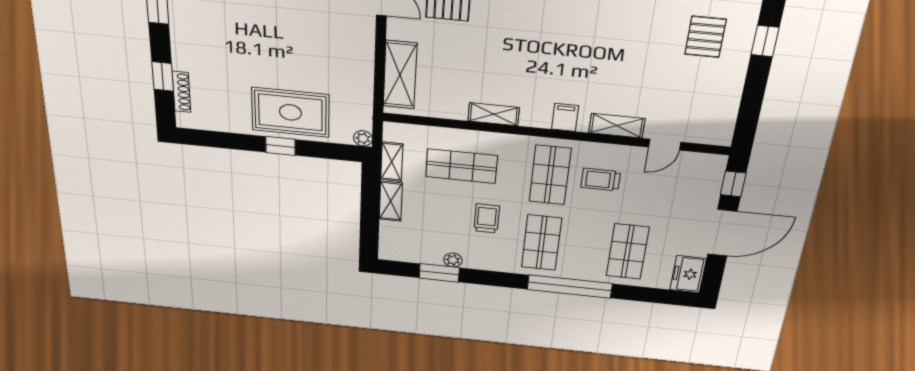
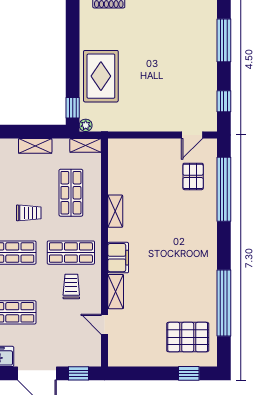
pallet: (705, 37) -> (188, 337), width x1.50, depth x1.42
shelving: (400, 75) -> (139, 148), removed
filing cabinet: (565, 117) -> (118, 258), width x2.00
window: (280, 146) -> (73, 108), moved
shelving: (392, 162) -> (86, 145), moved

